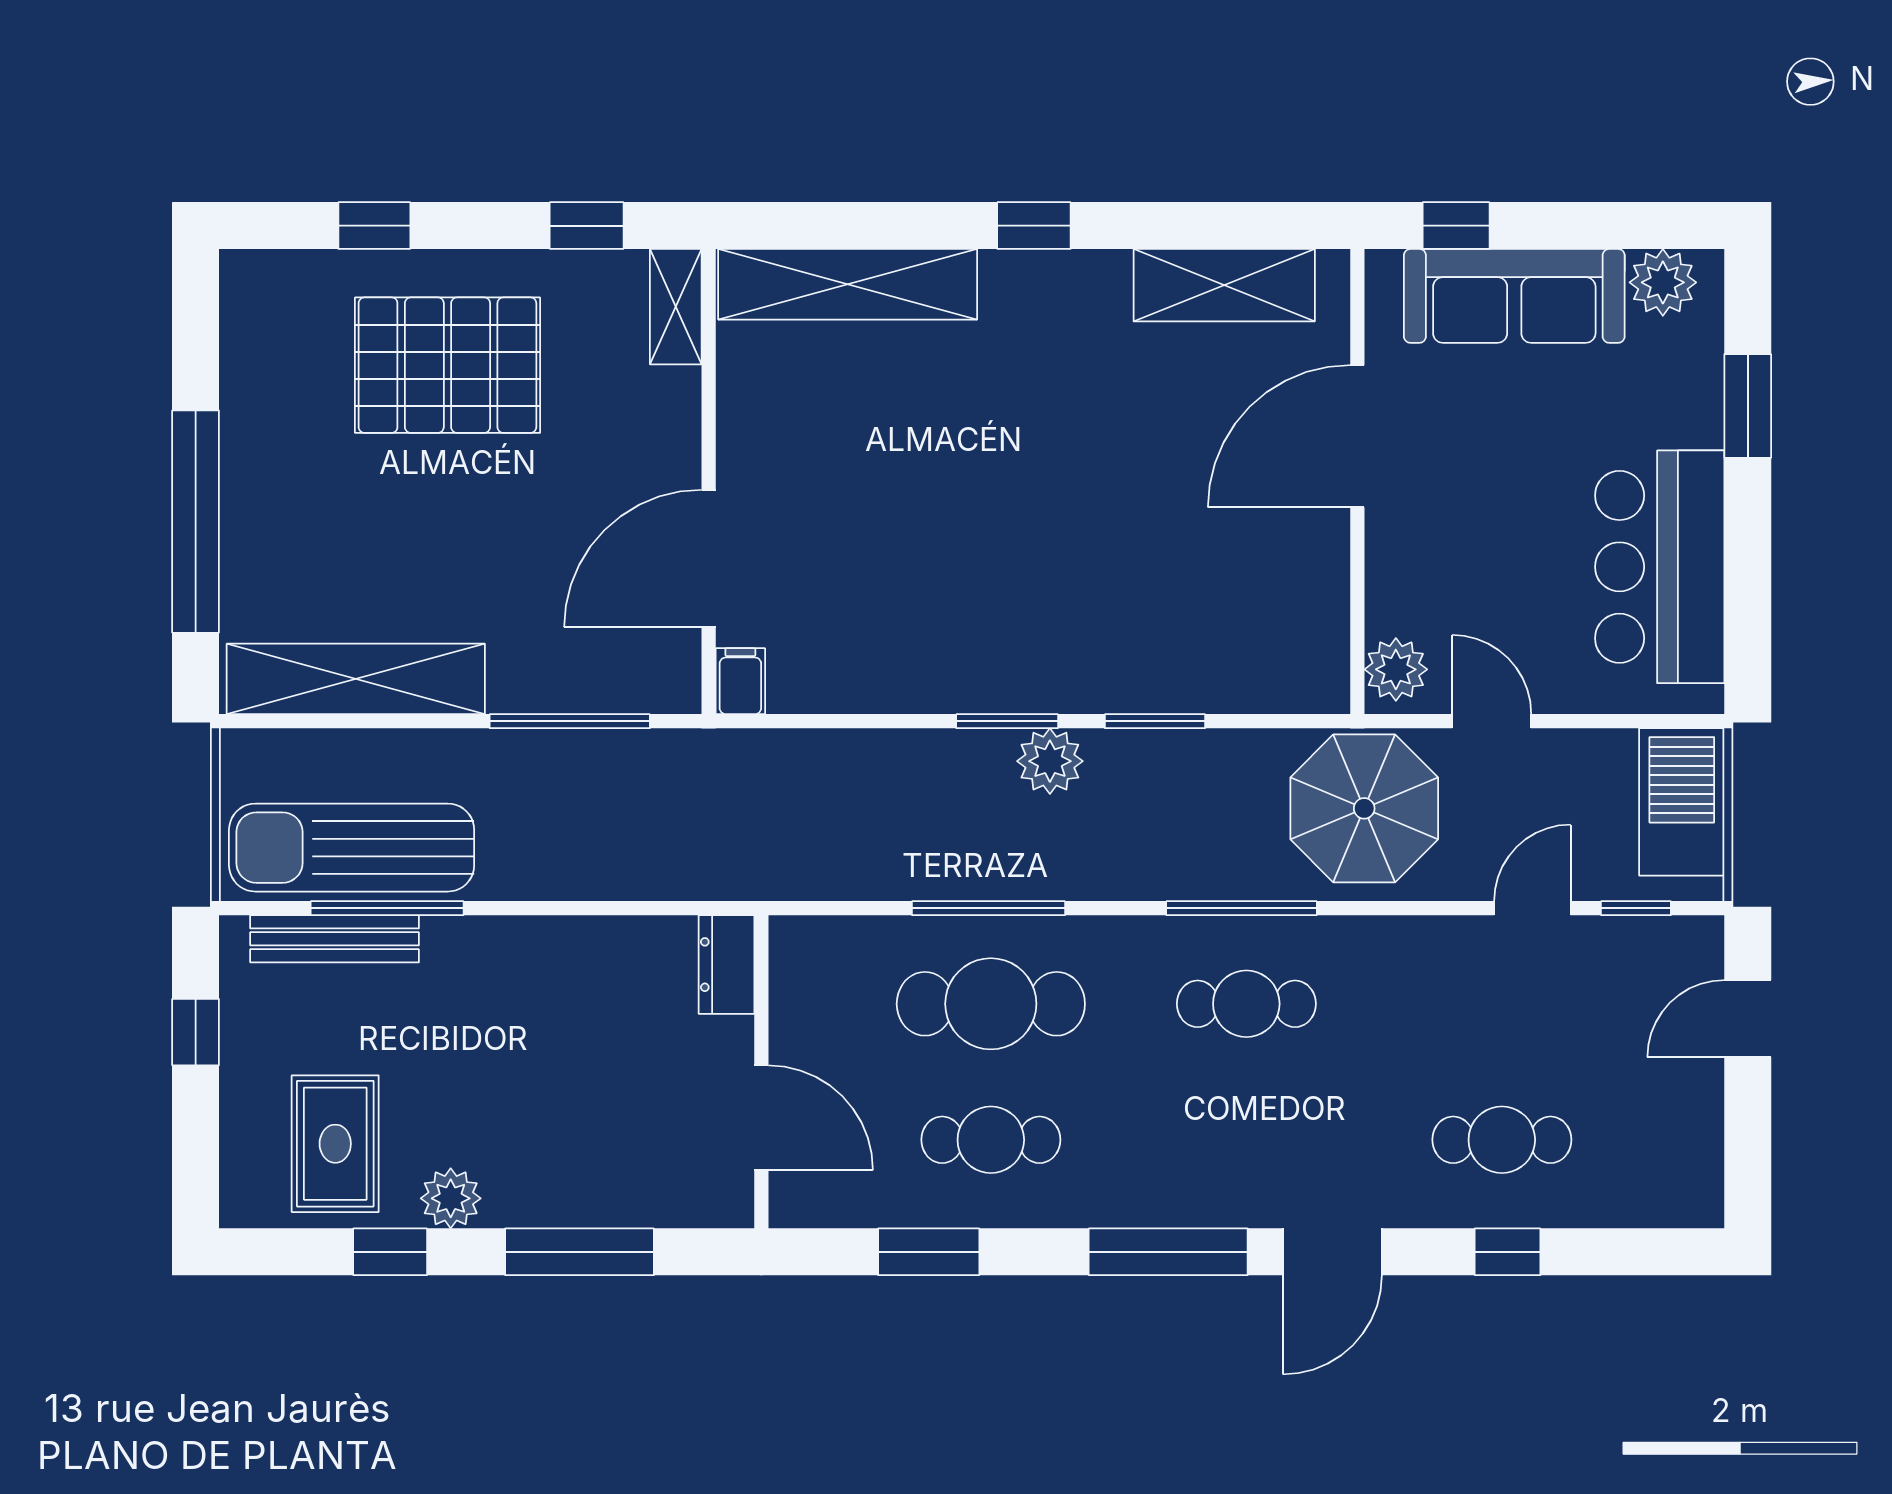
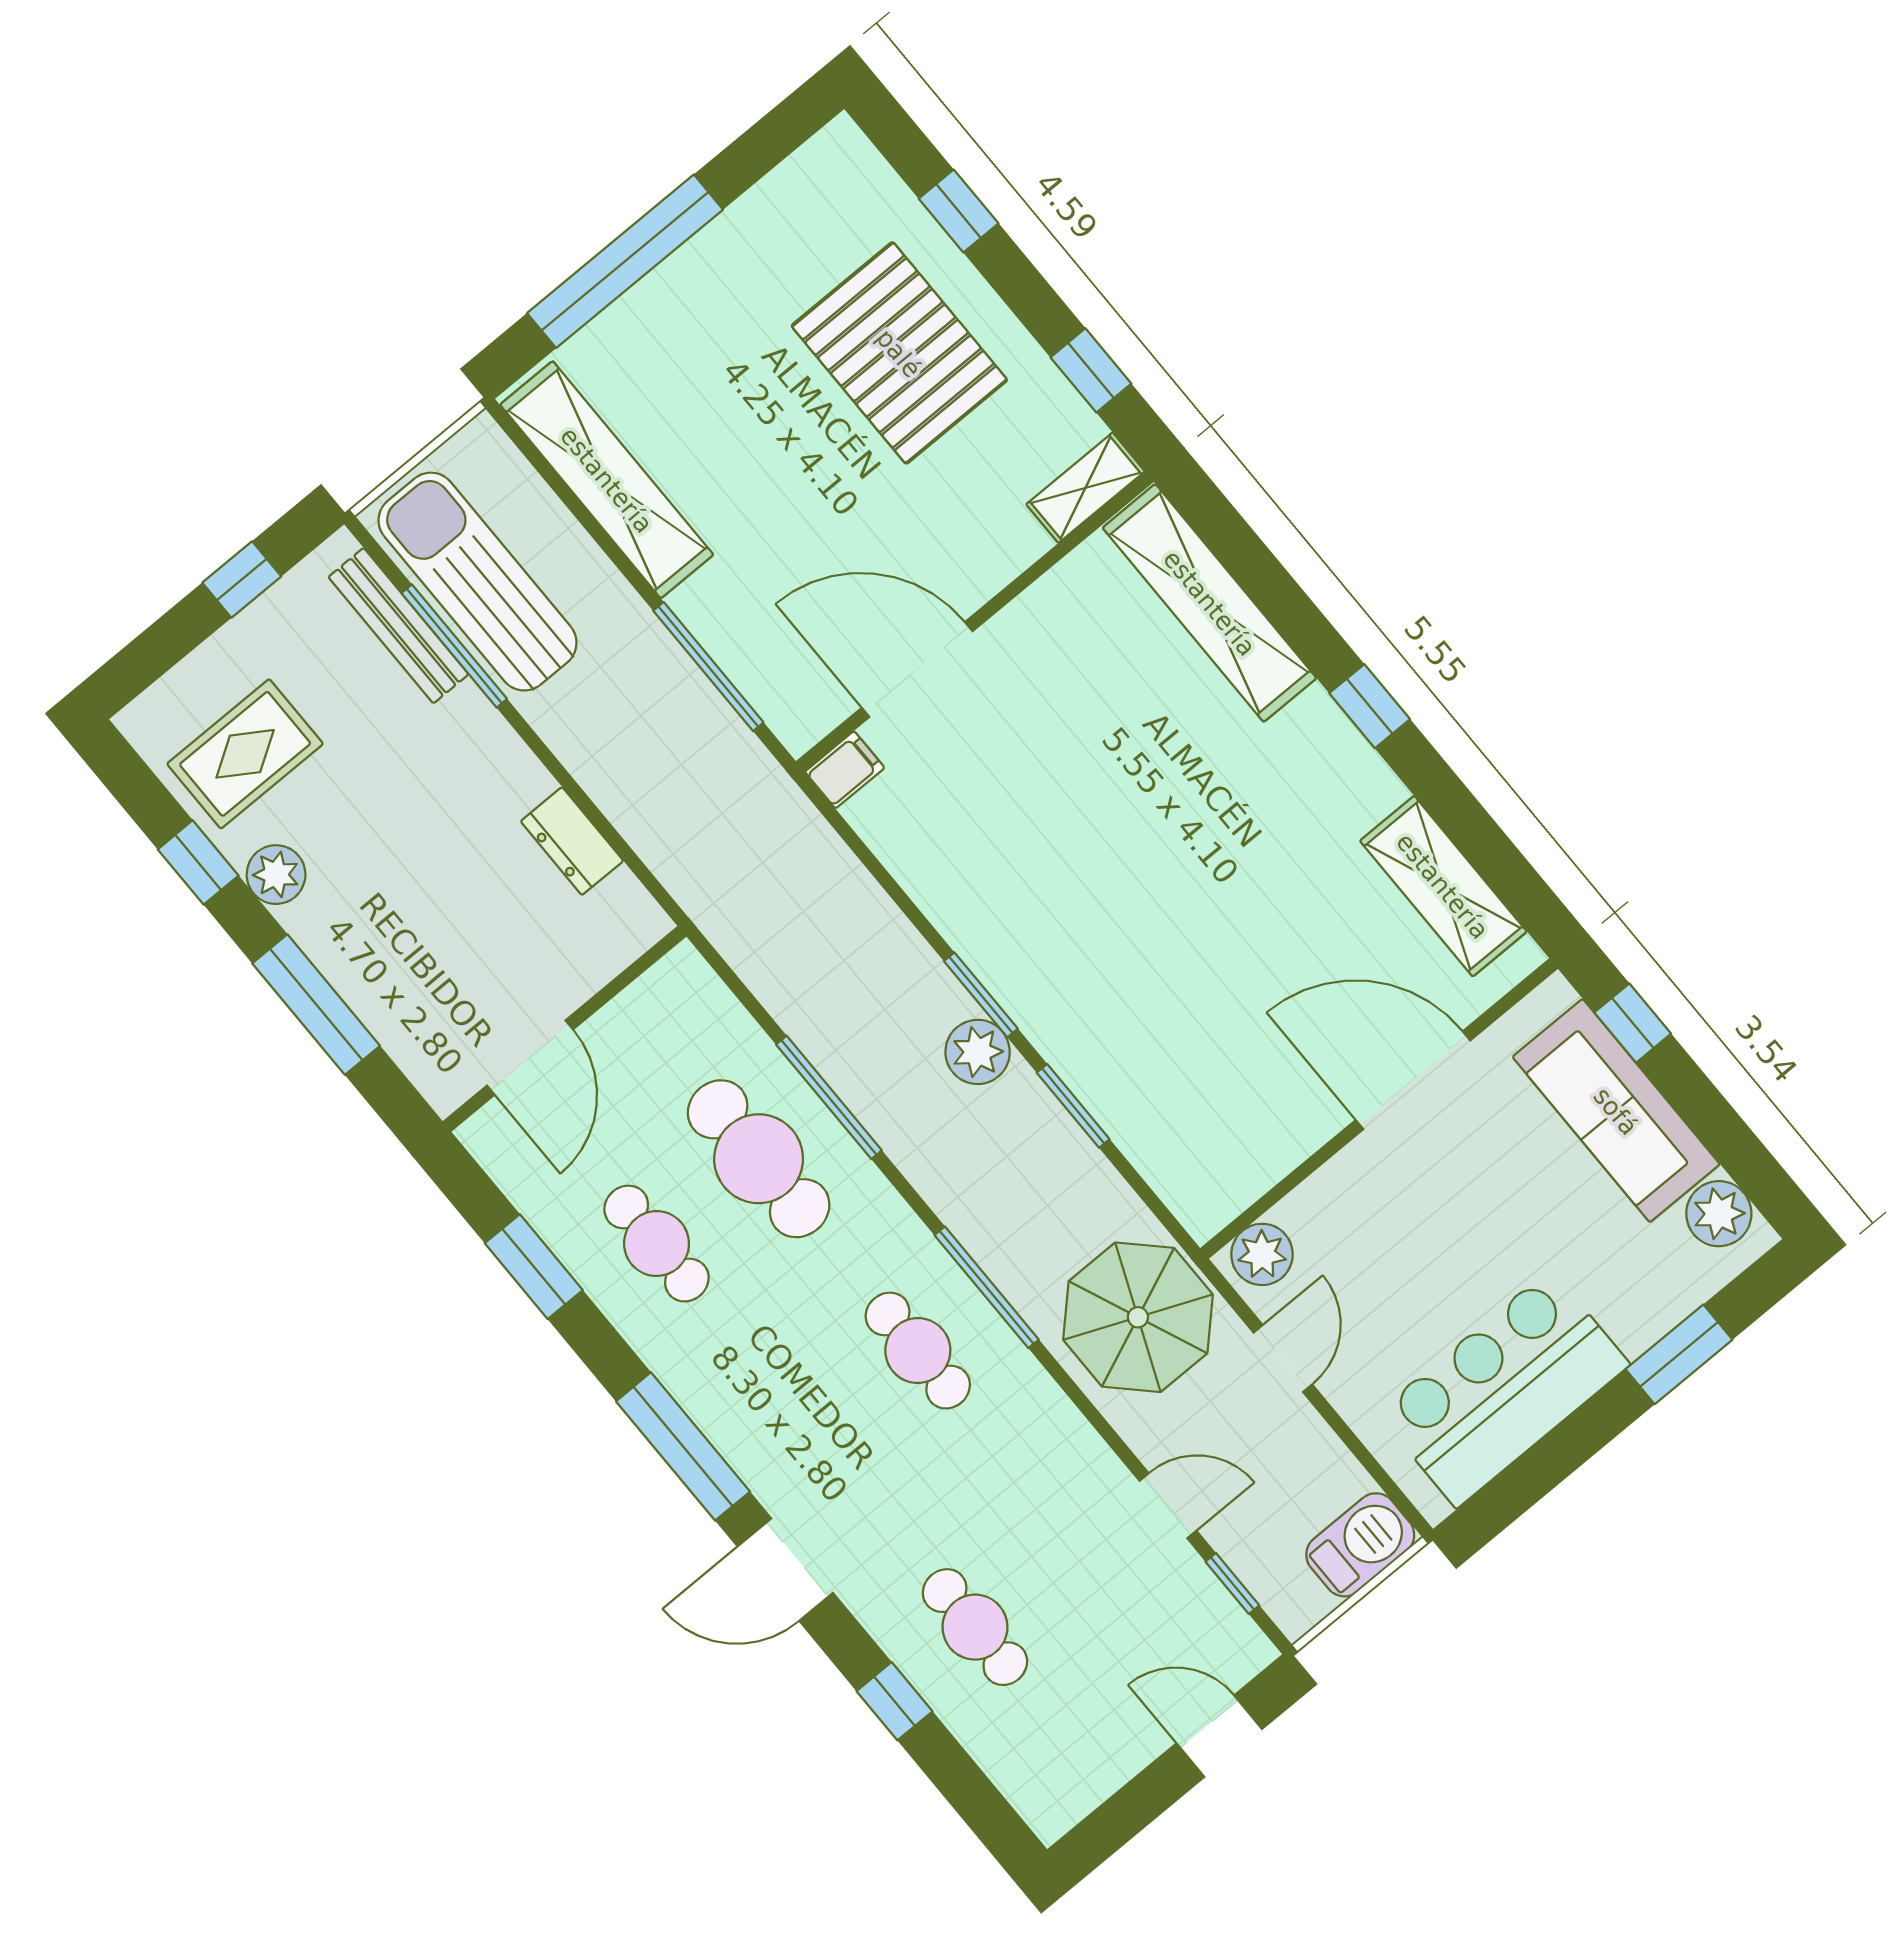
barbecue: (1682, 802) -> (1360, 1545), width x0.73, depth x0.83
dresser: (726, 965) -> (572, 841), moved, turned -90

